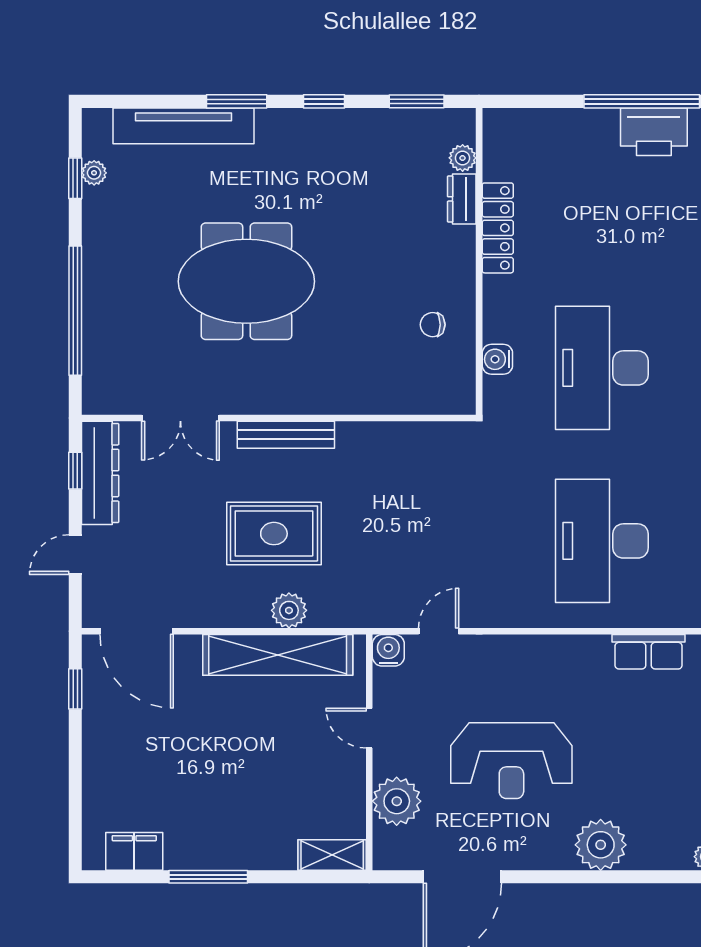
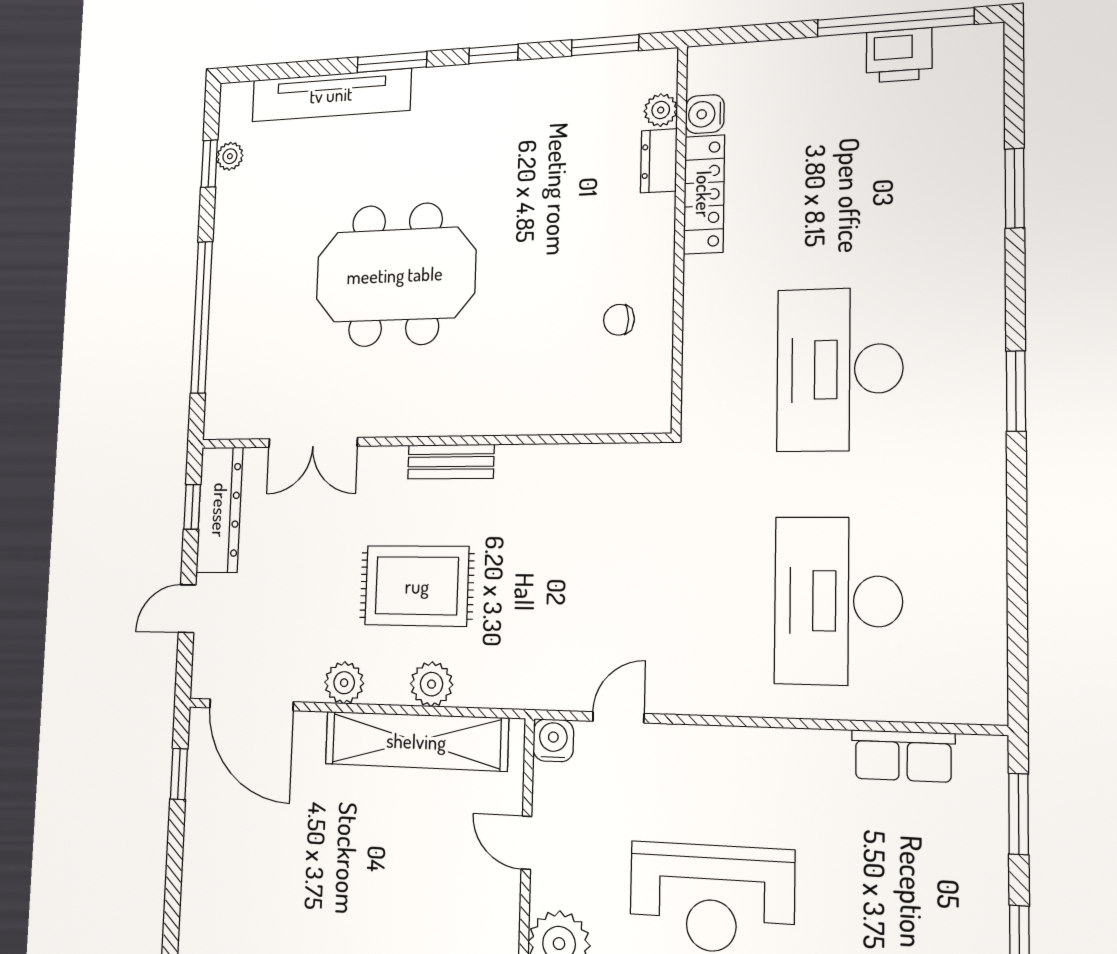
printer: (654, 132) -> (899, 55), width x0.73, depth x0.84
water cooler: (497, 359) -> (705, 114), moved
bench: (286, 435) -> (451, 462), width x0.73
plant: (216, 611) -> (344, 683), added

